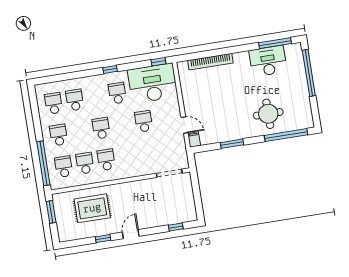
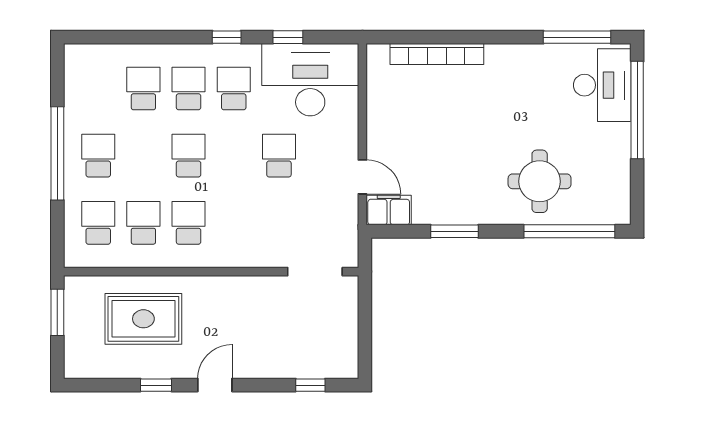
desk: (268, 61) -> (602, 85), moved, turned 90
window: (158, 62) -> (288, 37), moved
school desk: (54, 103) -> (189, 88), moved
filing cabinet: (194, 139) -> (389, 210), width x2.00
window: (43, 163) -> (57, 153), moved

